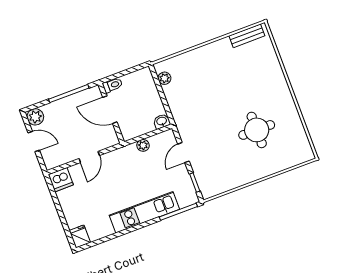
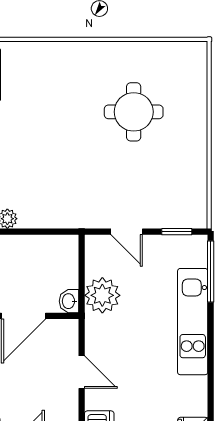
washbasin: (162, 121) -> (69, 301), moved
plant: (143, 145) -> (102, 295), width x1.88, depth x1.88

